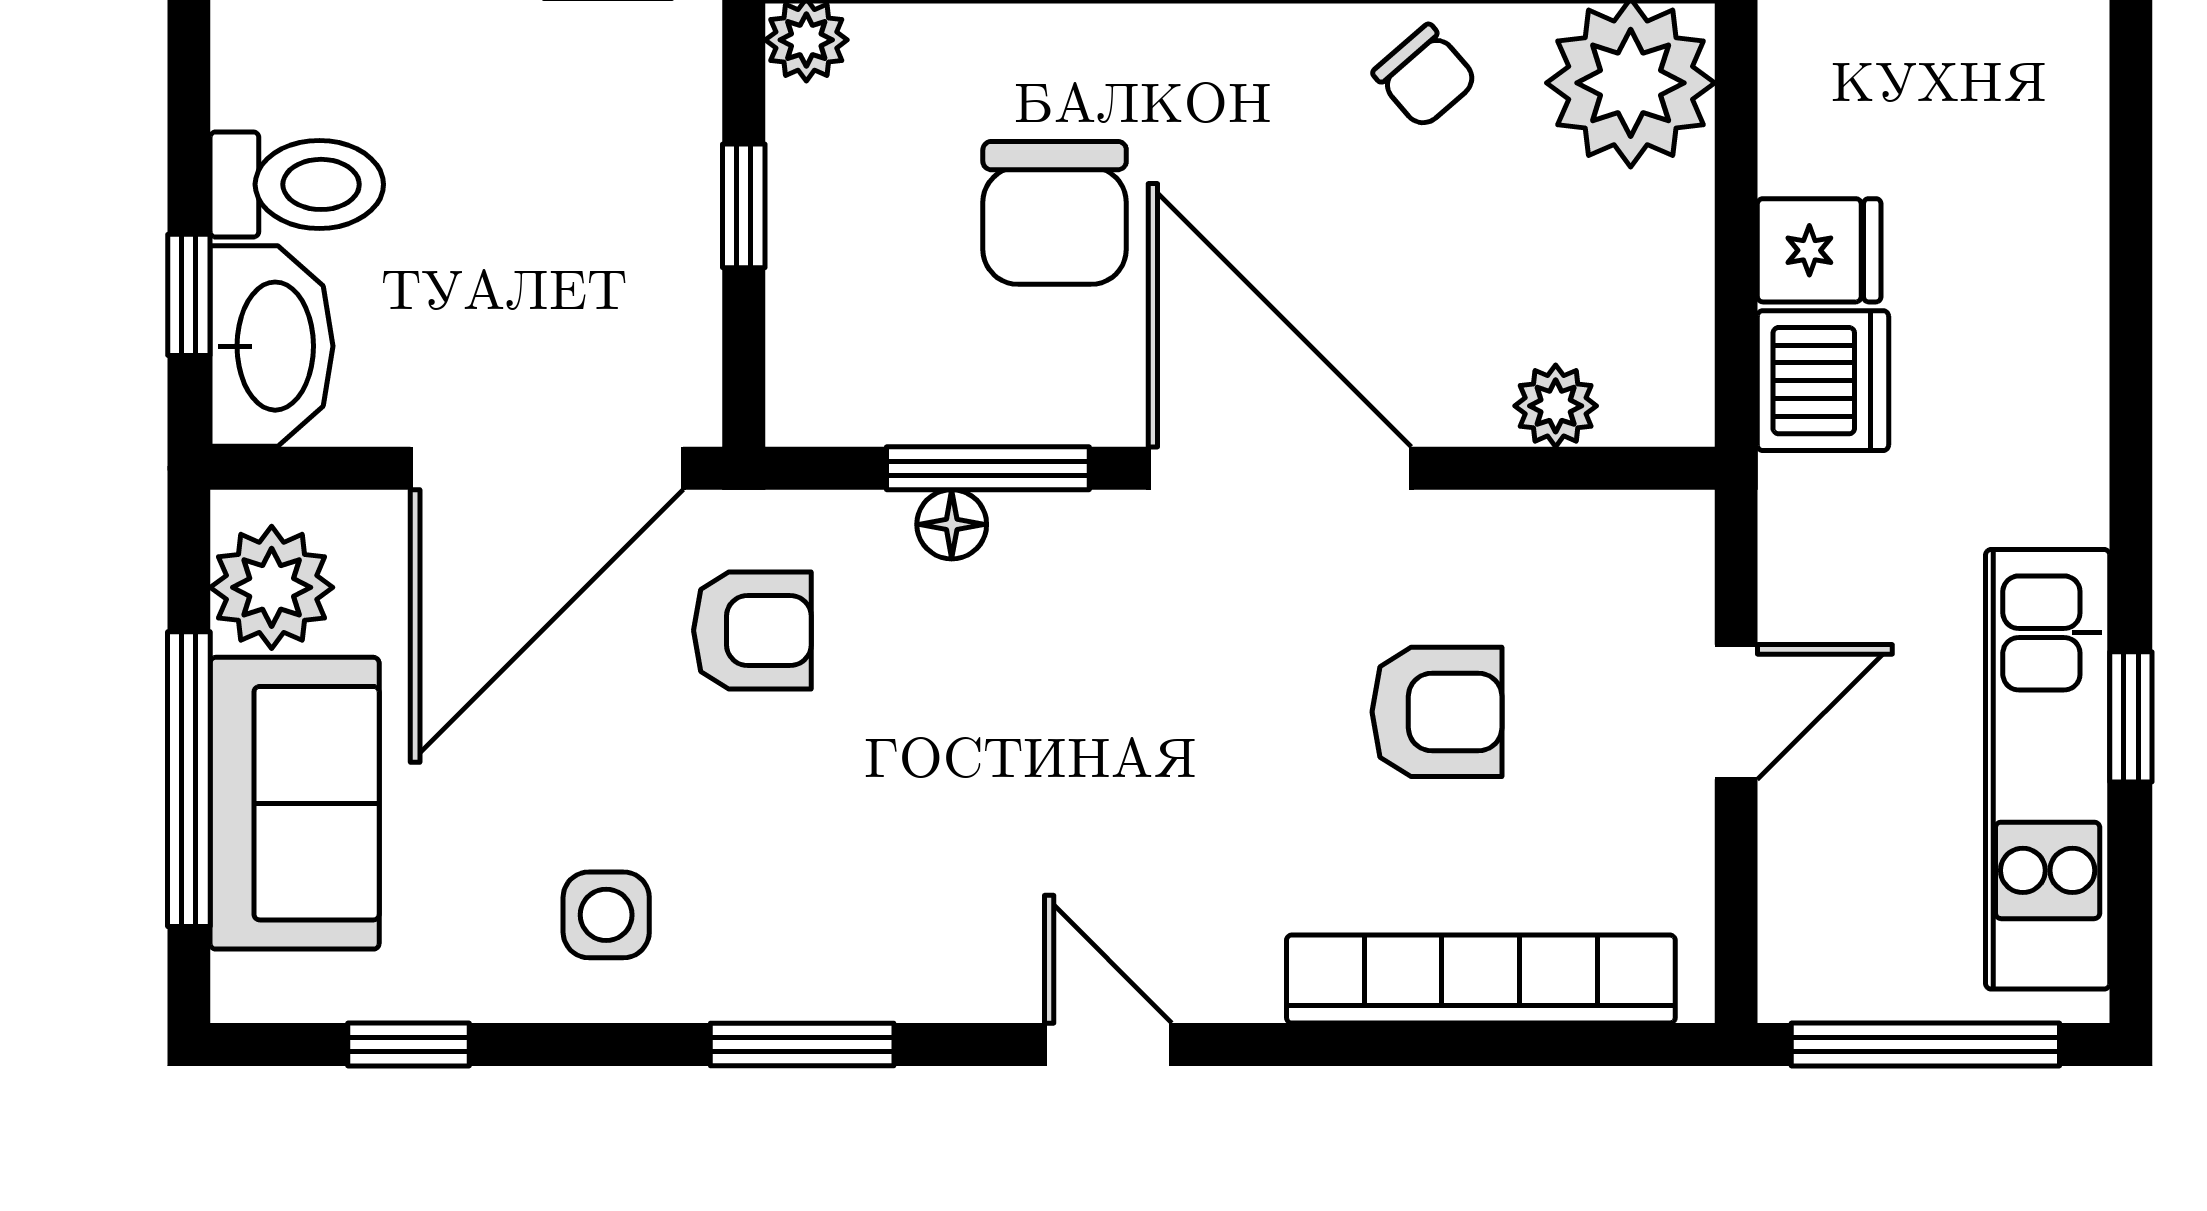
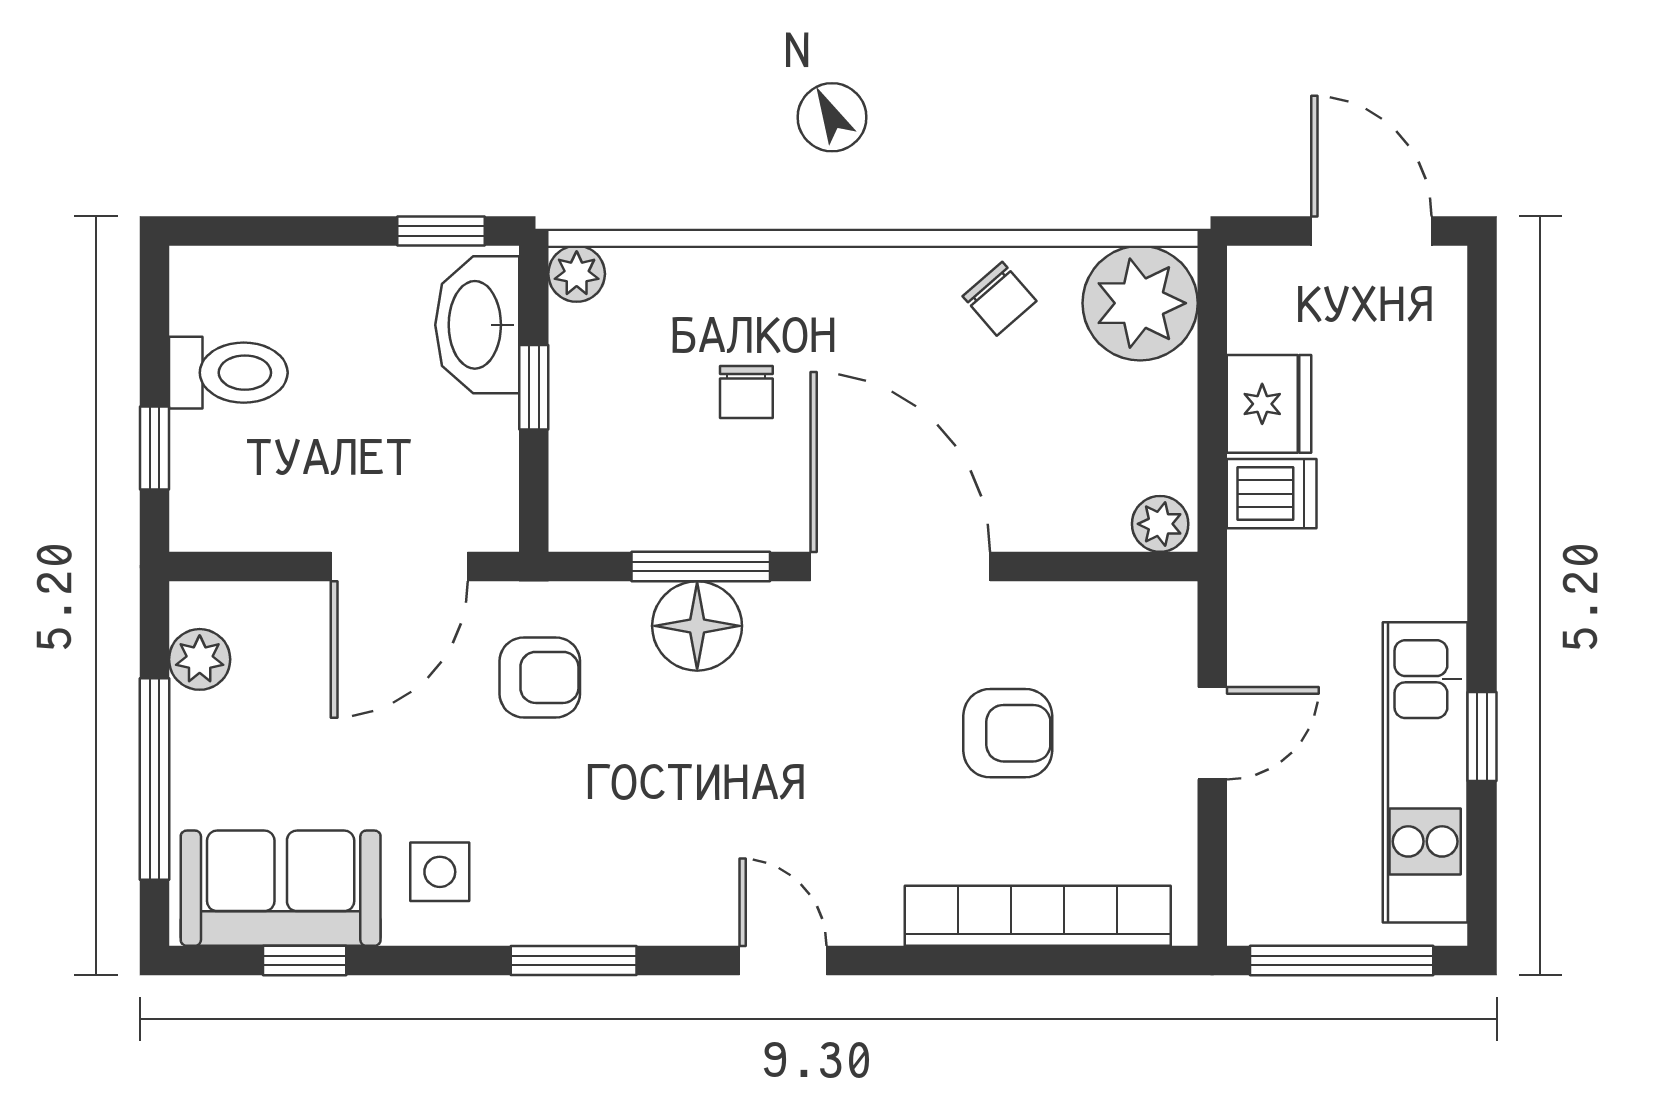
chair: (1055, 213) -> (746, 392), width x0.54, depth x0.54
fridge: (1819, 250) -> (1269, 404), width x1.38
washbasin: (272, 346) -> (477, 325), moved, turned 180
dishwasher: (1823, 381) -> (1272, 494), width x0.73
plant: (1556, 406) -> (1160, 524), moved
door: (547, 468) -> (399, 567), width x0.73
floor lamp: (952, 524) -> (697, 626), width x1.89, depth x1.89
plant: (272, 587) -> (200, 659), width x0.73, depth x0.73
sofa: (295, 803) -> (281, 888), moved, turned -90

